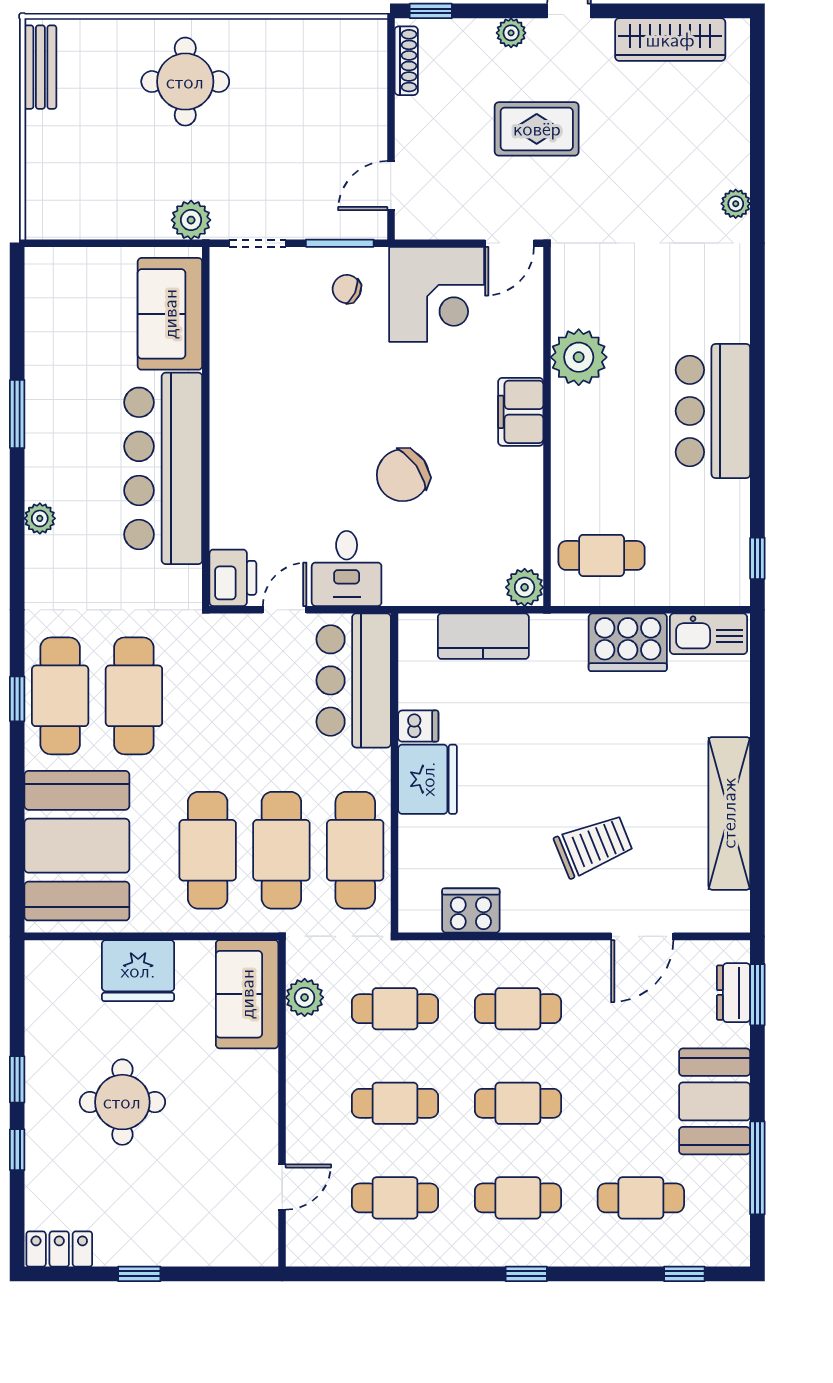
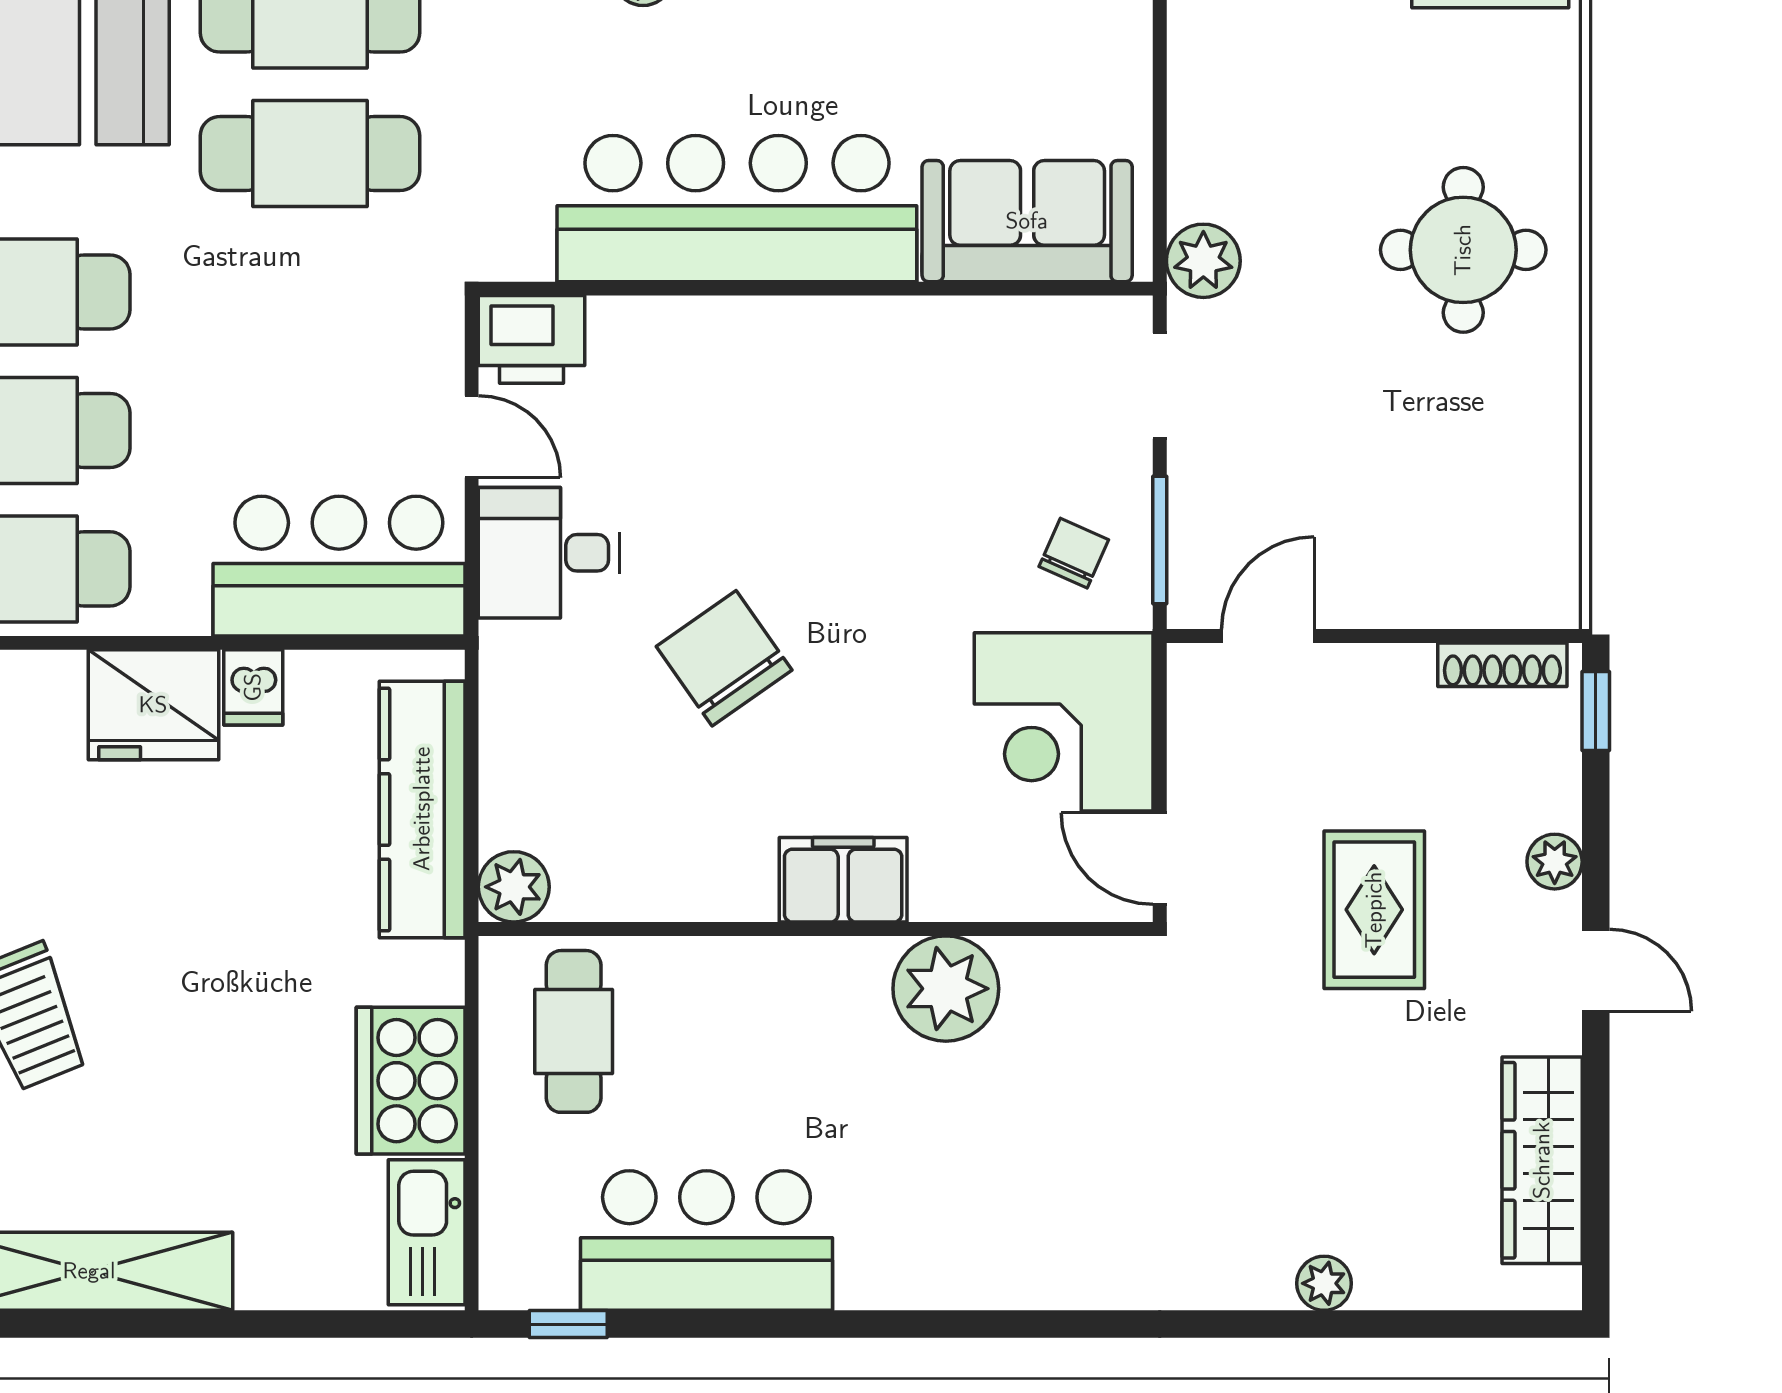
door: (391, 186) -> (1268, 636), hinge flipped
plant: (736, 204) -> (1324, 1283), moved
bar counter: (713, 411) -> (706, 1241), moved
kitchen counter: (483, 636) -> (422, 809), width x1.50

